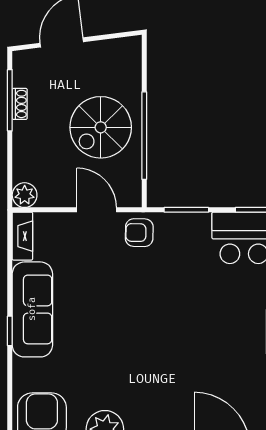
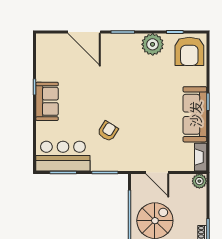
armchair: (139, 233) -> (108, 131), moved, turned -59

